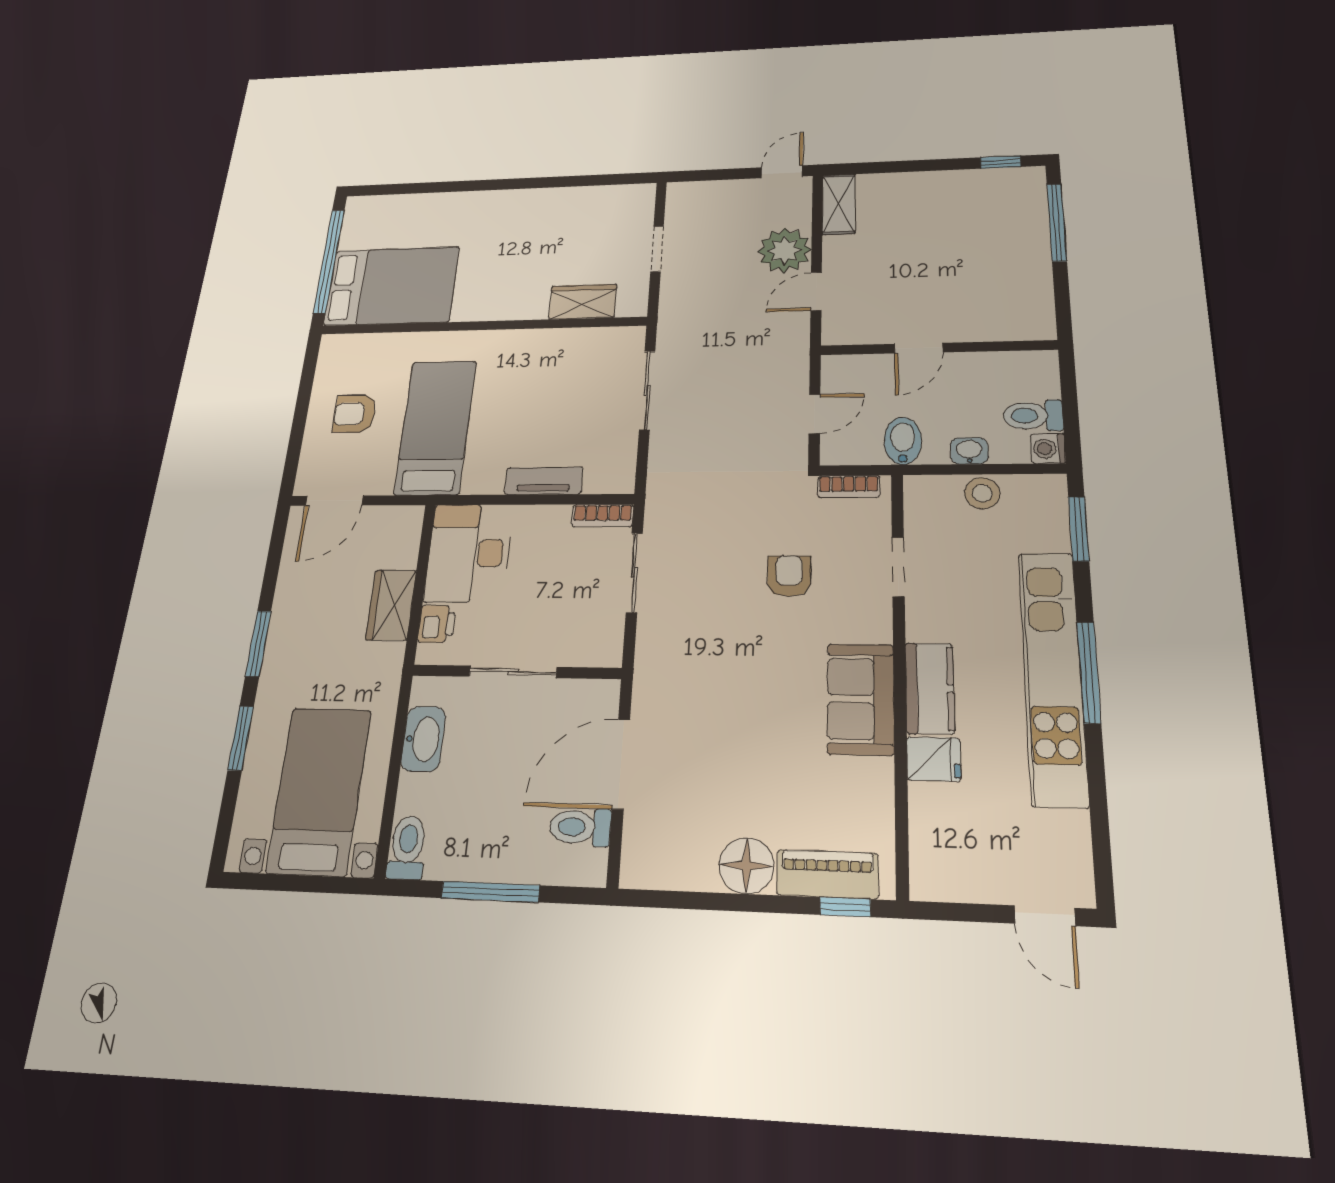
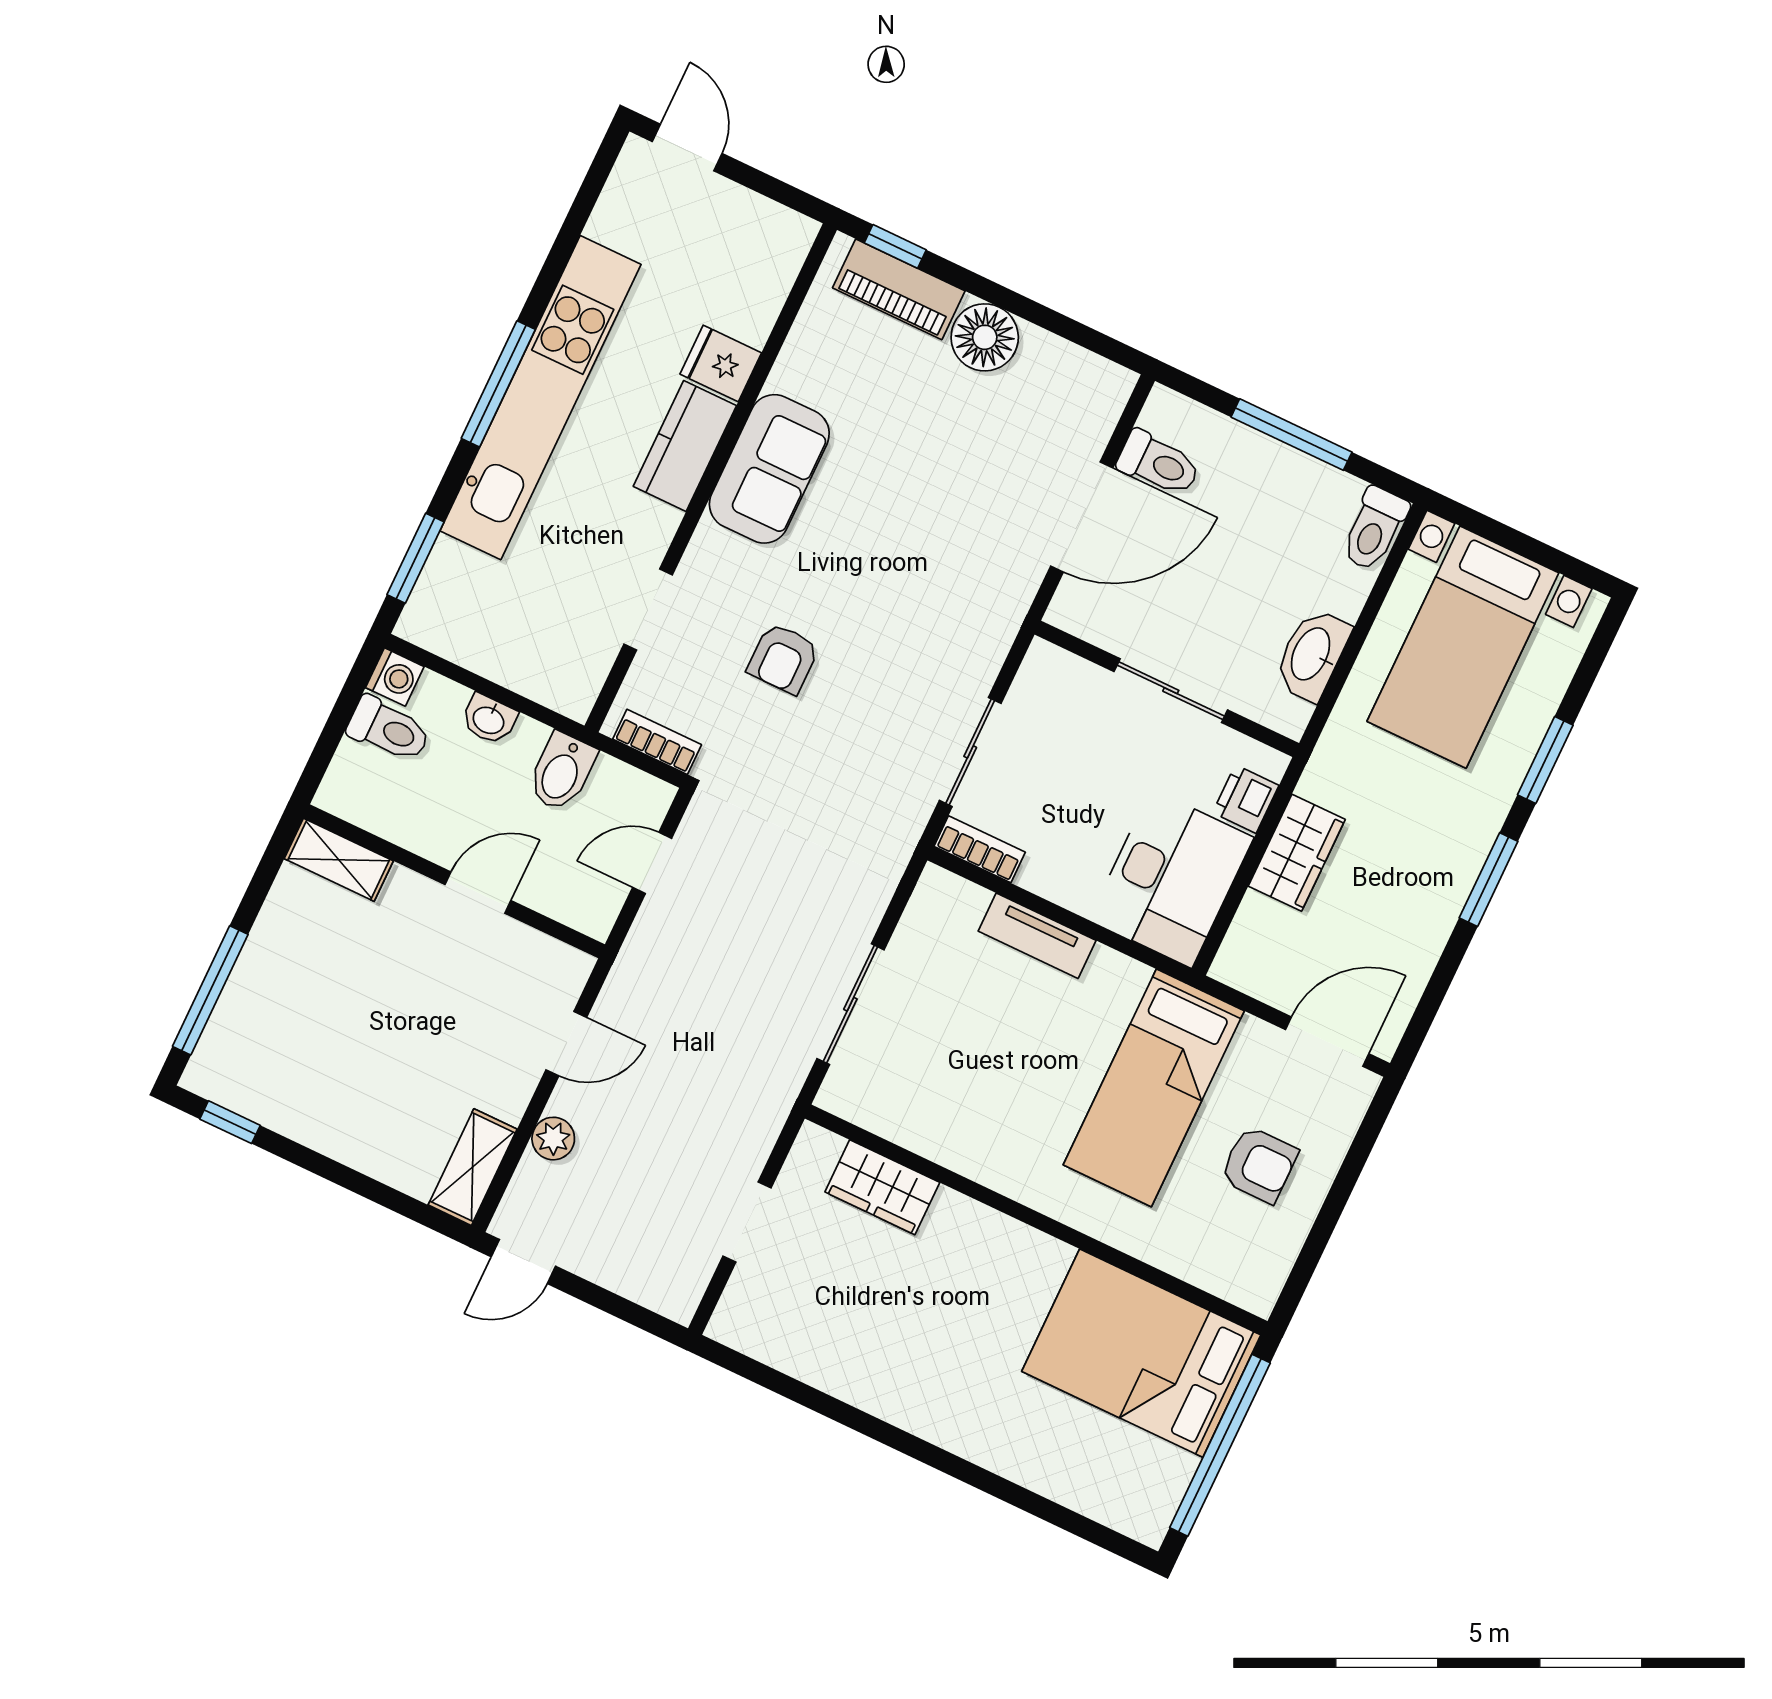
plant: (785, 250) -> (553, 1139), width x0.53, depth x0.53
shelving: (1020, 327) -> (339, 860), added
stool: (982, 493) -> (502, 656), removed

